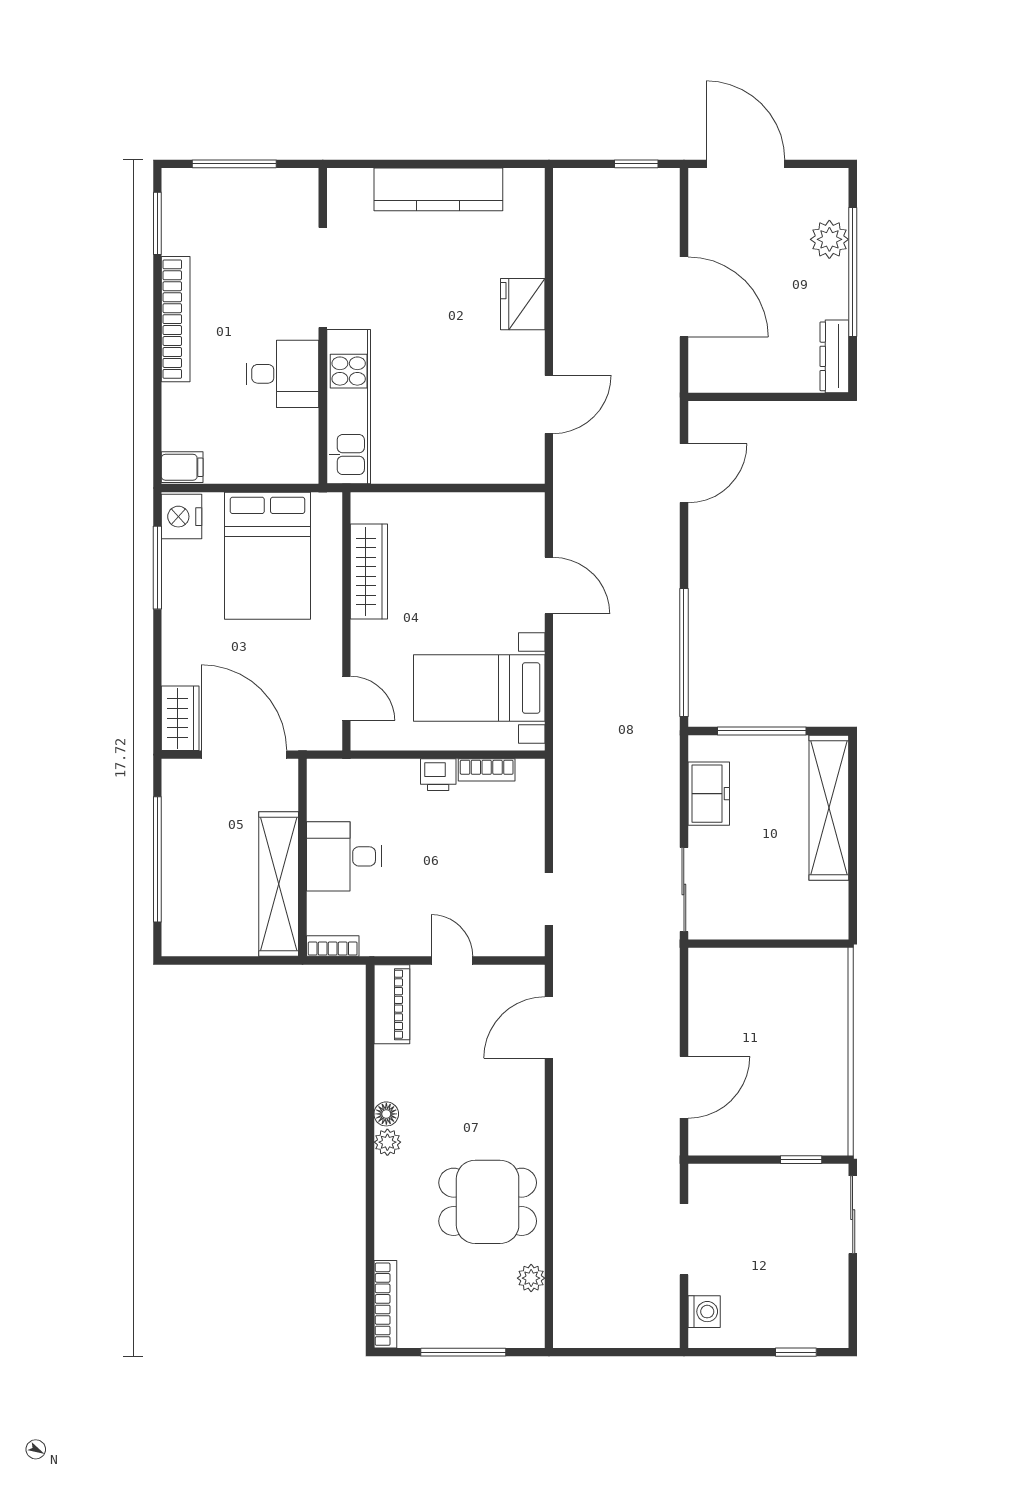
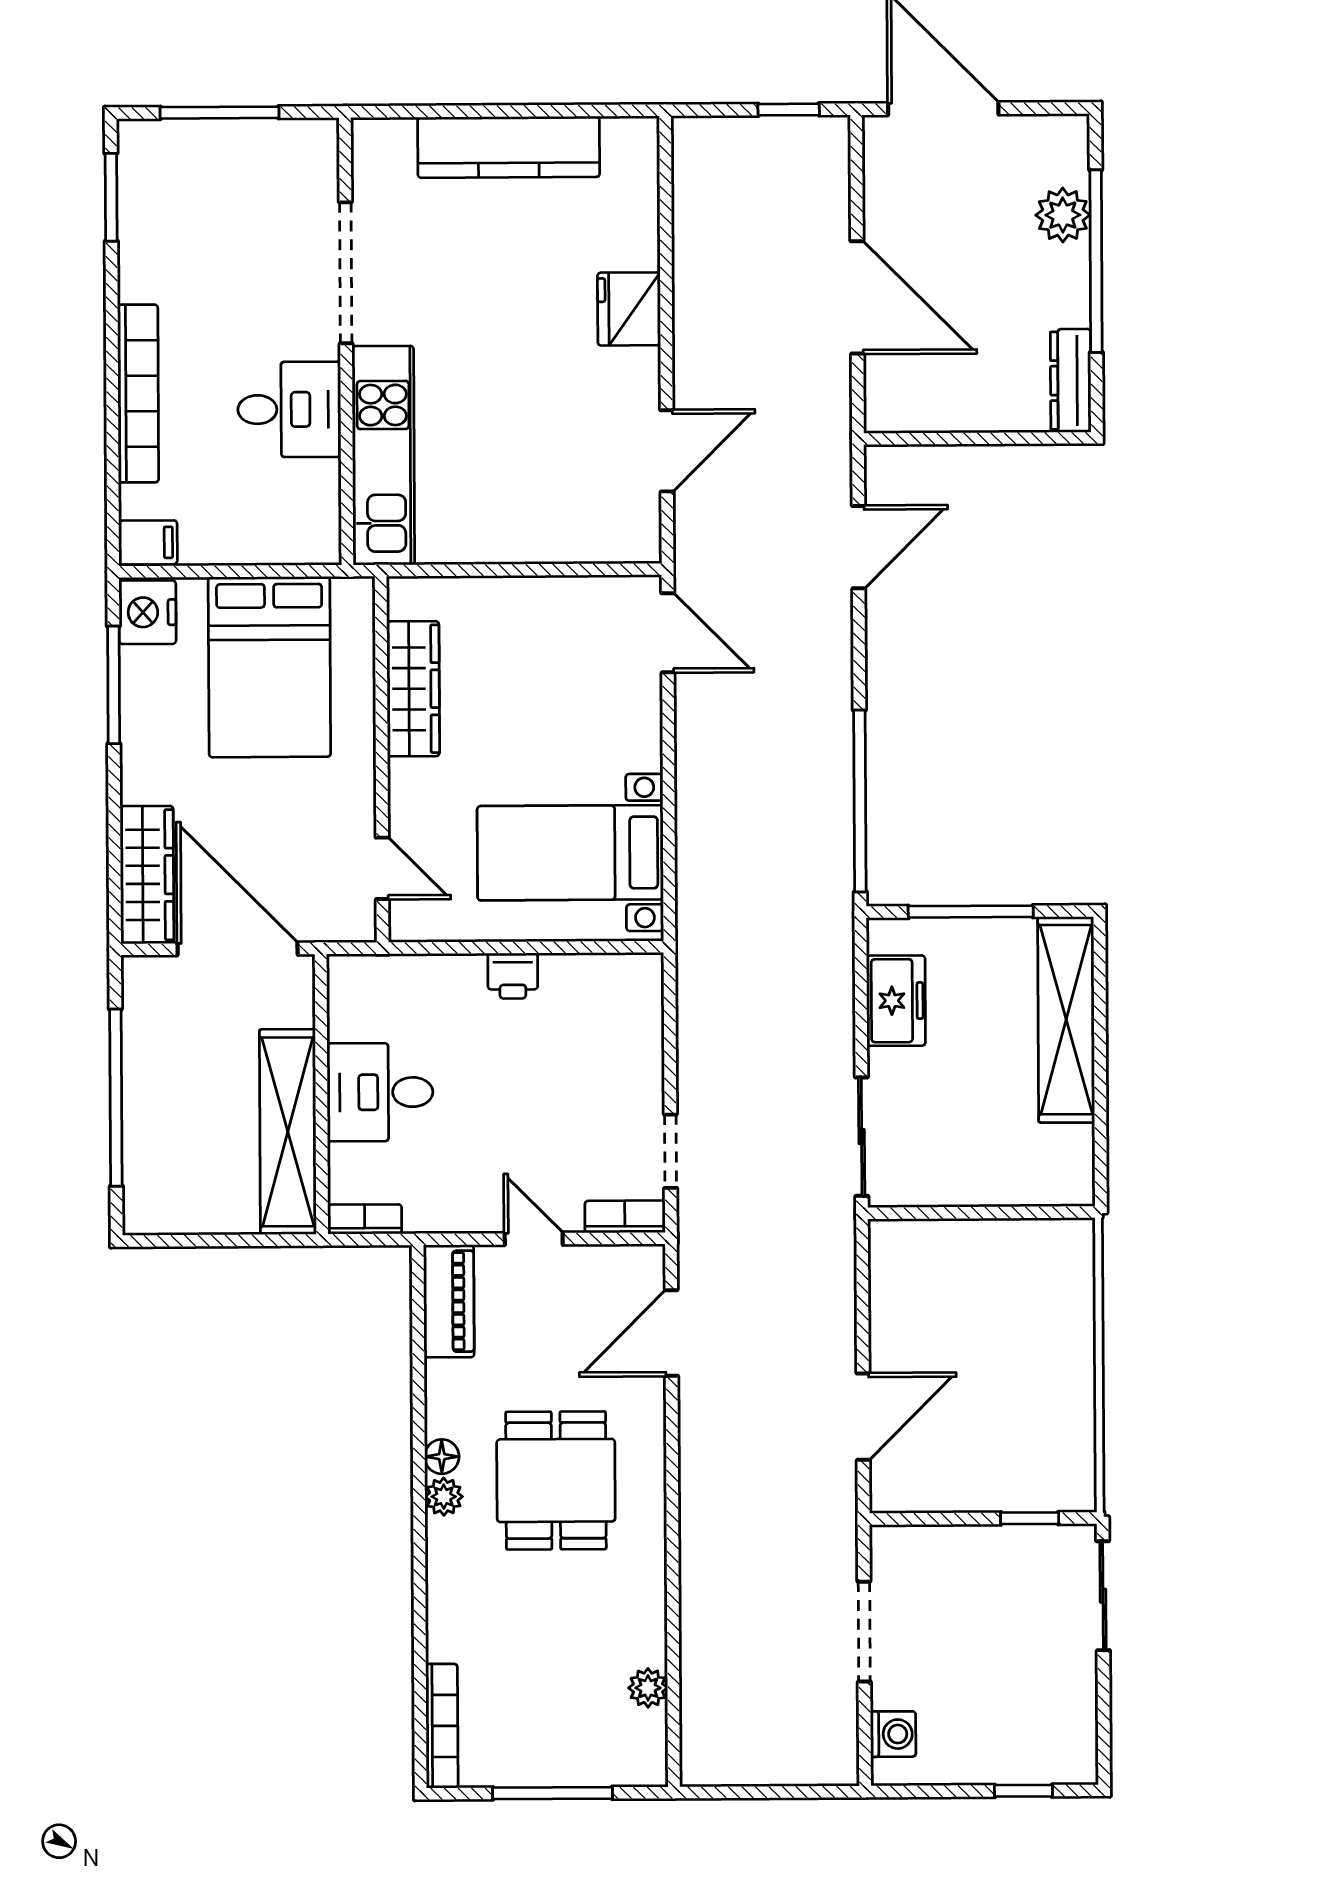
bookcase: (176, 319) -> (138, 394), moved
door: (549, 586) -> (668, 633), moved
wardrobe: (180, 718) -> (147, 875), width x1.50
bookcase: (487, 770) -> (625, 1217), moved, turned 180
dining table: (488, 1202) -> (556, 1480), moved, turned 90

